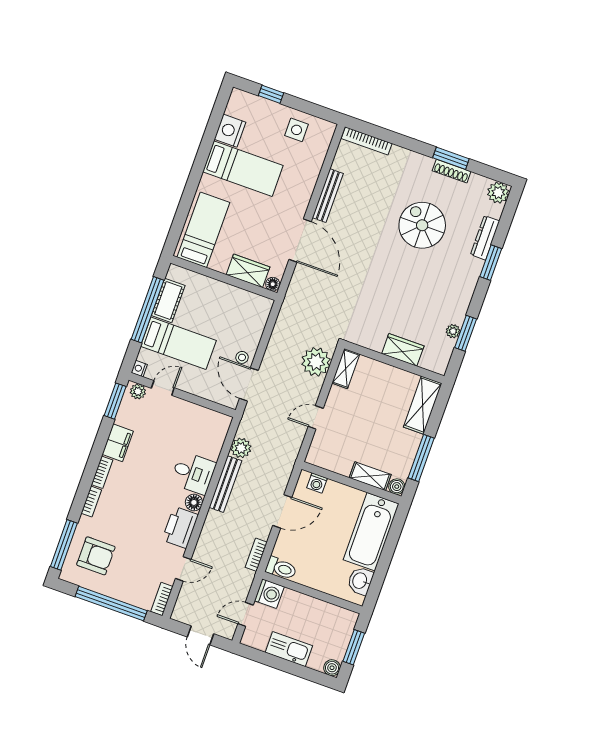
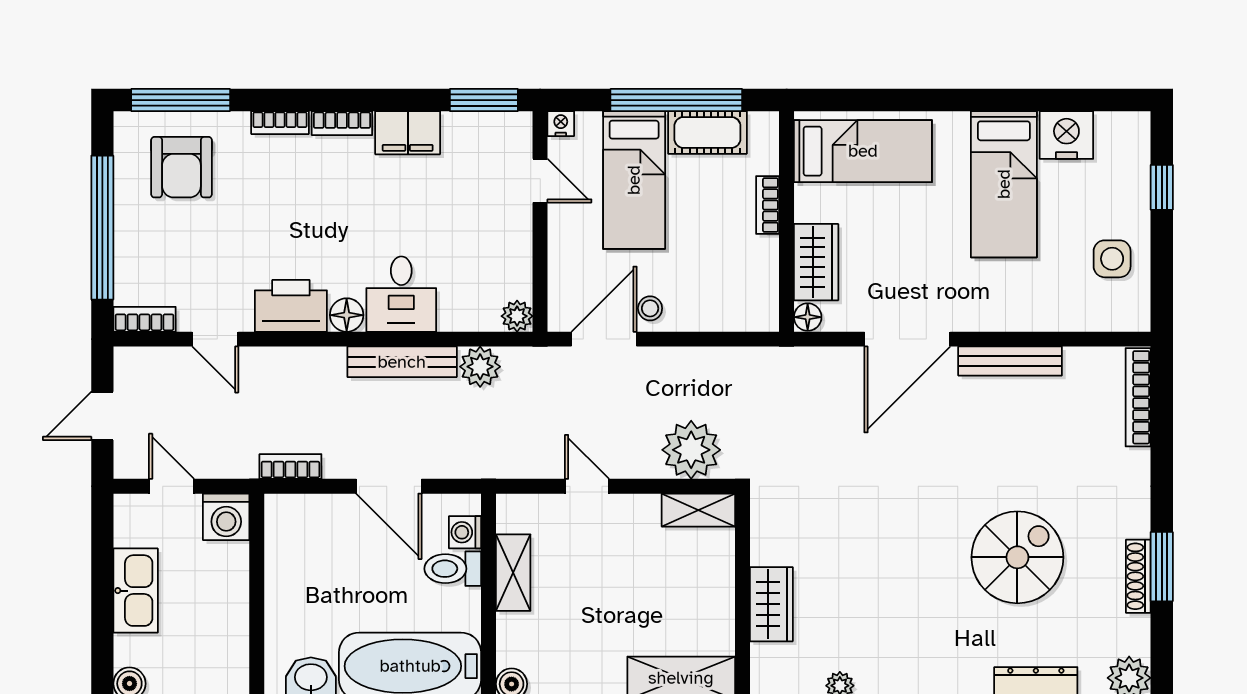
bookcase: (213, 284) -> (768, 205), added
plant: (138, 391) -> (517, 316), moved
shelving: (370, 476) -> (513, 573), moved
toilet: (281, 568) -> (453, 569), moved, turned 90

